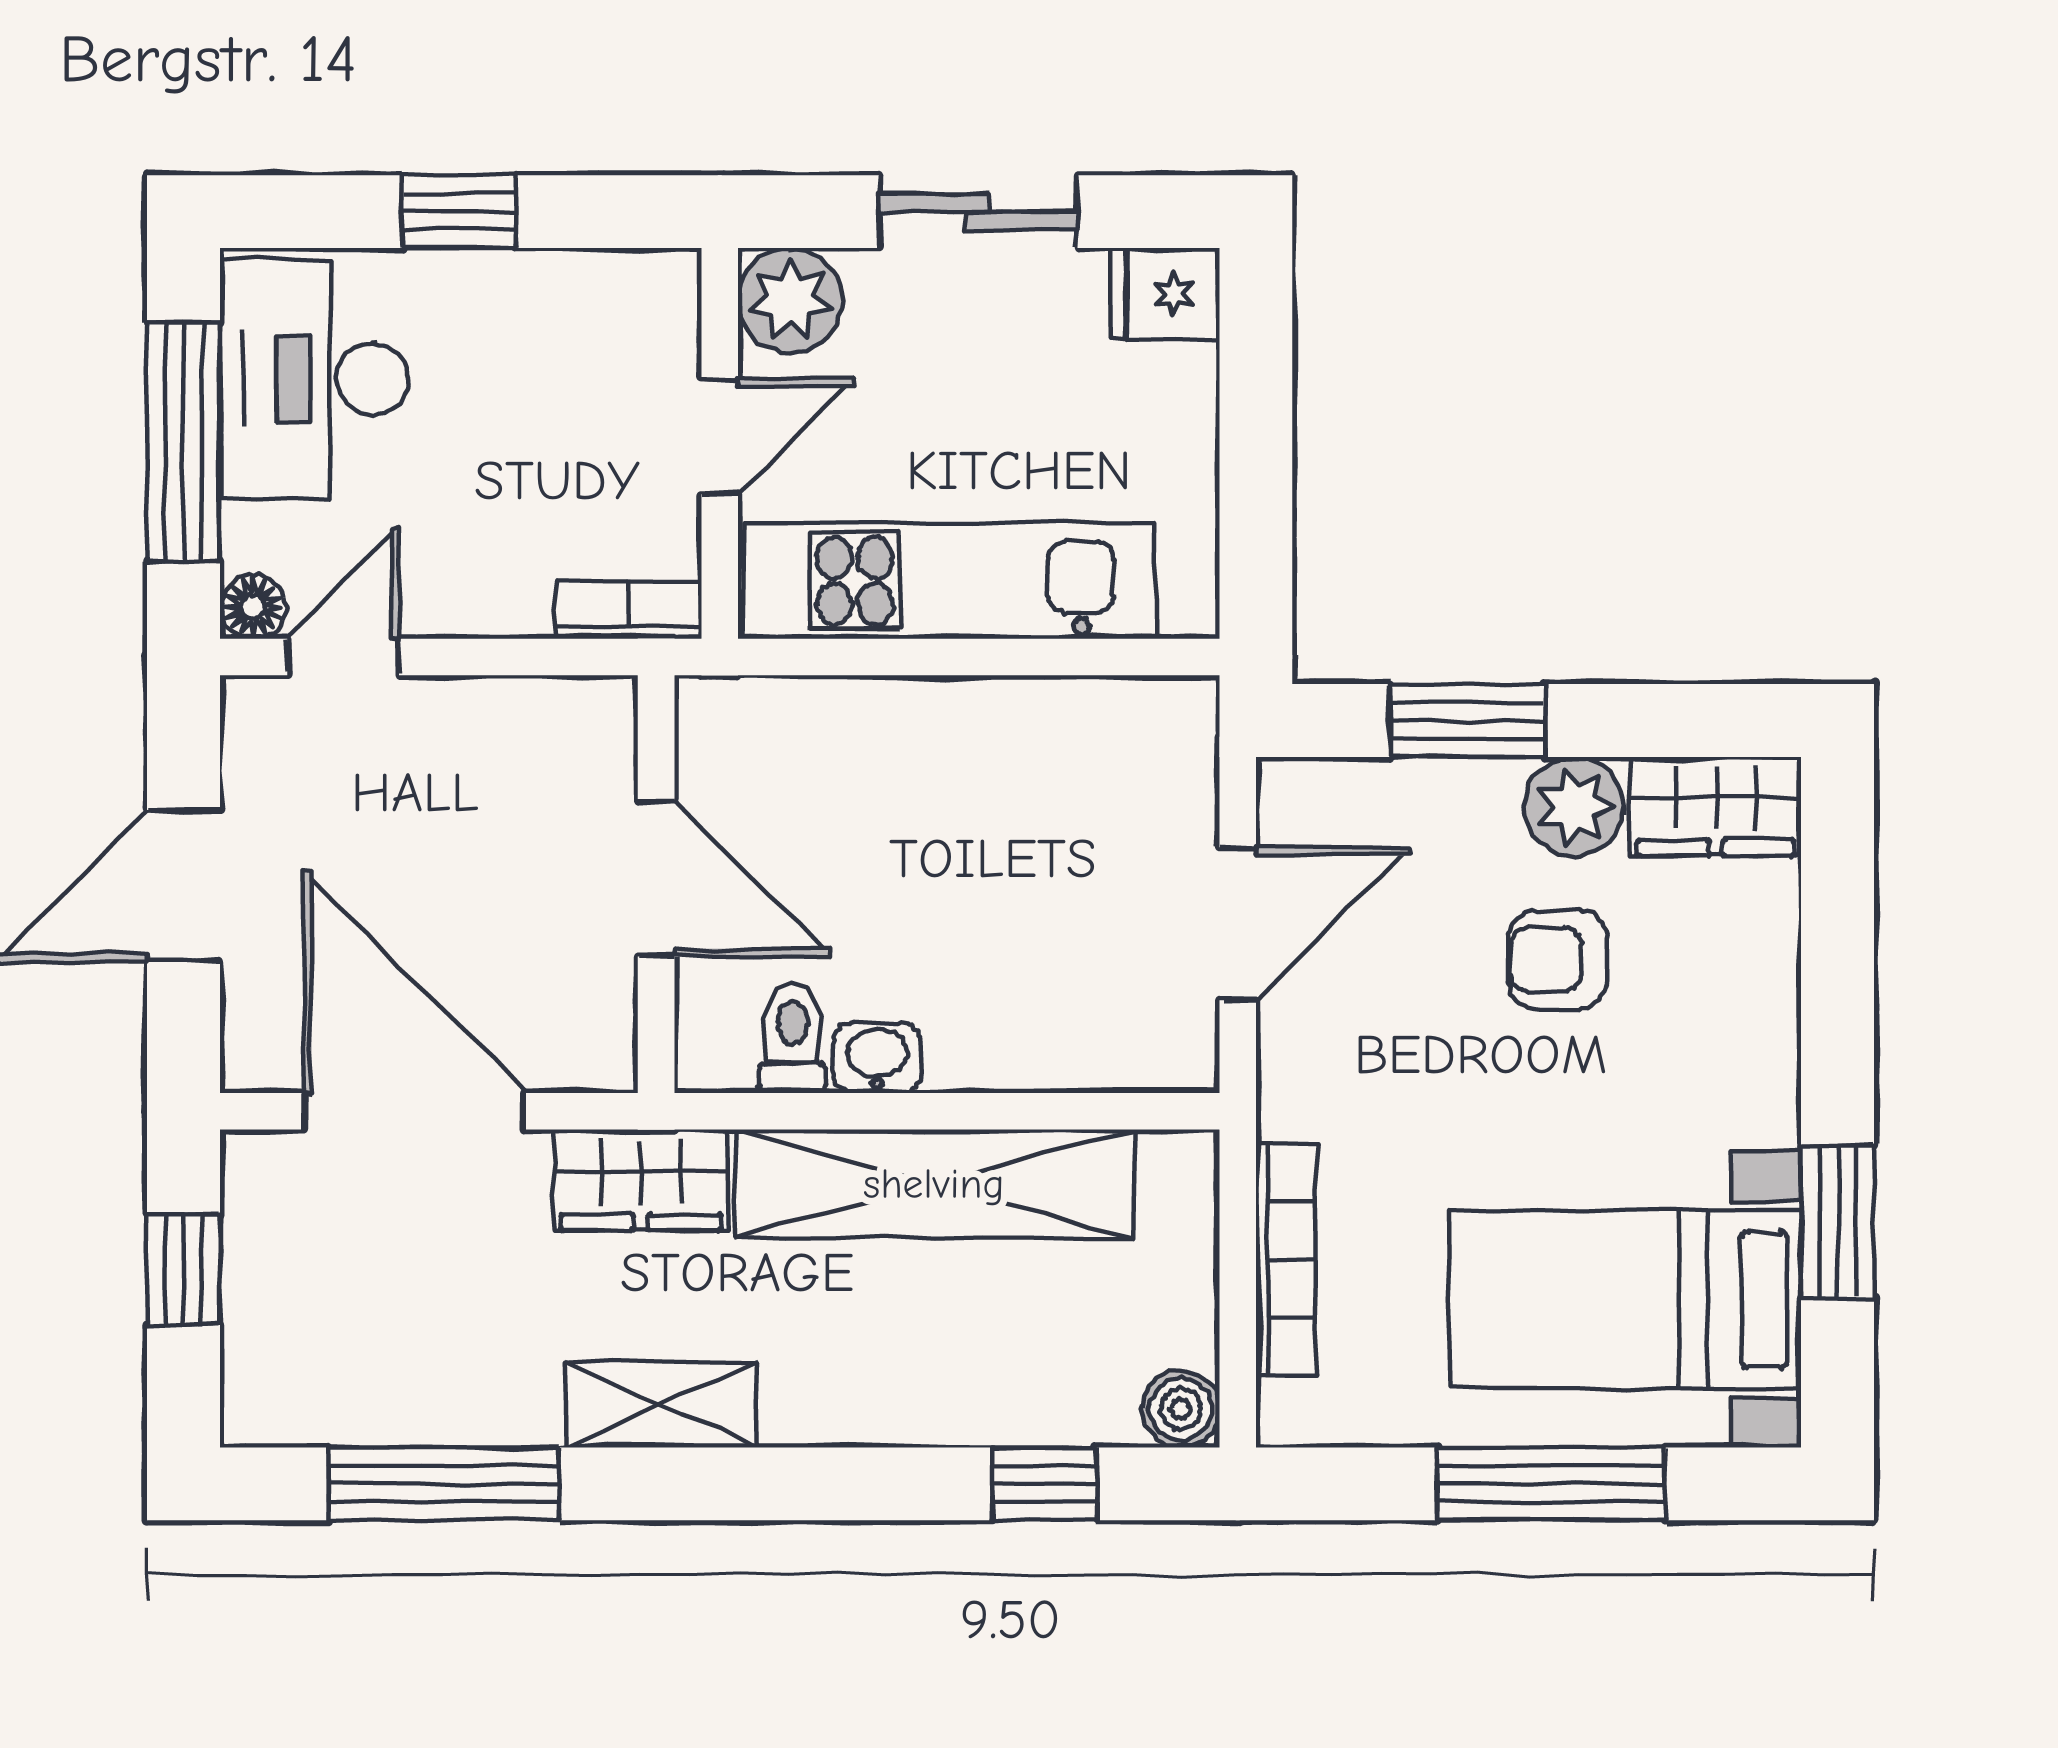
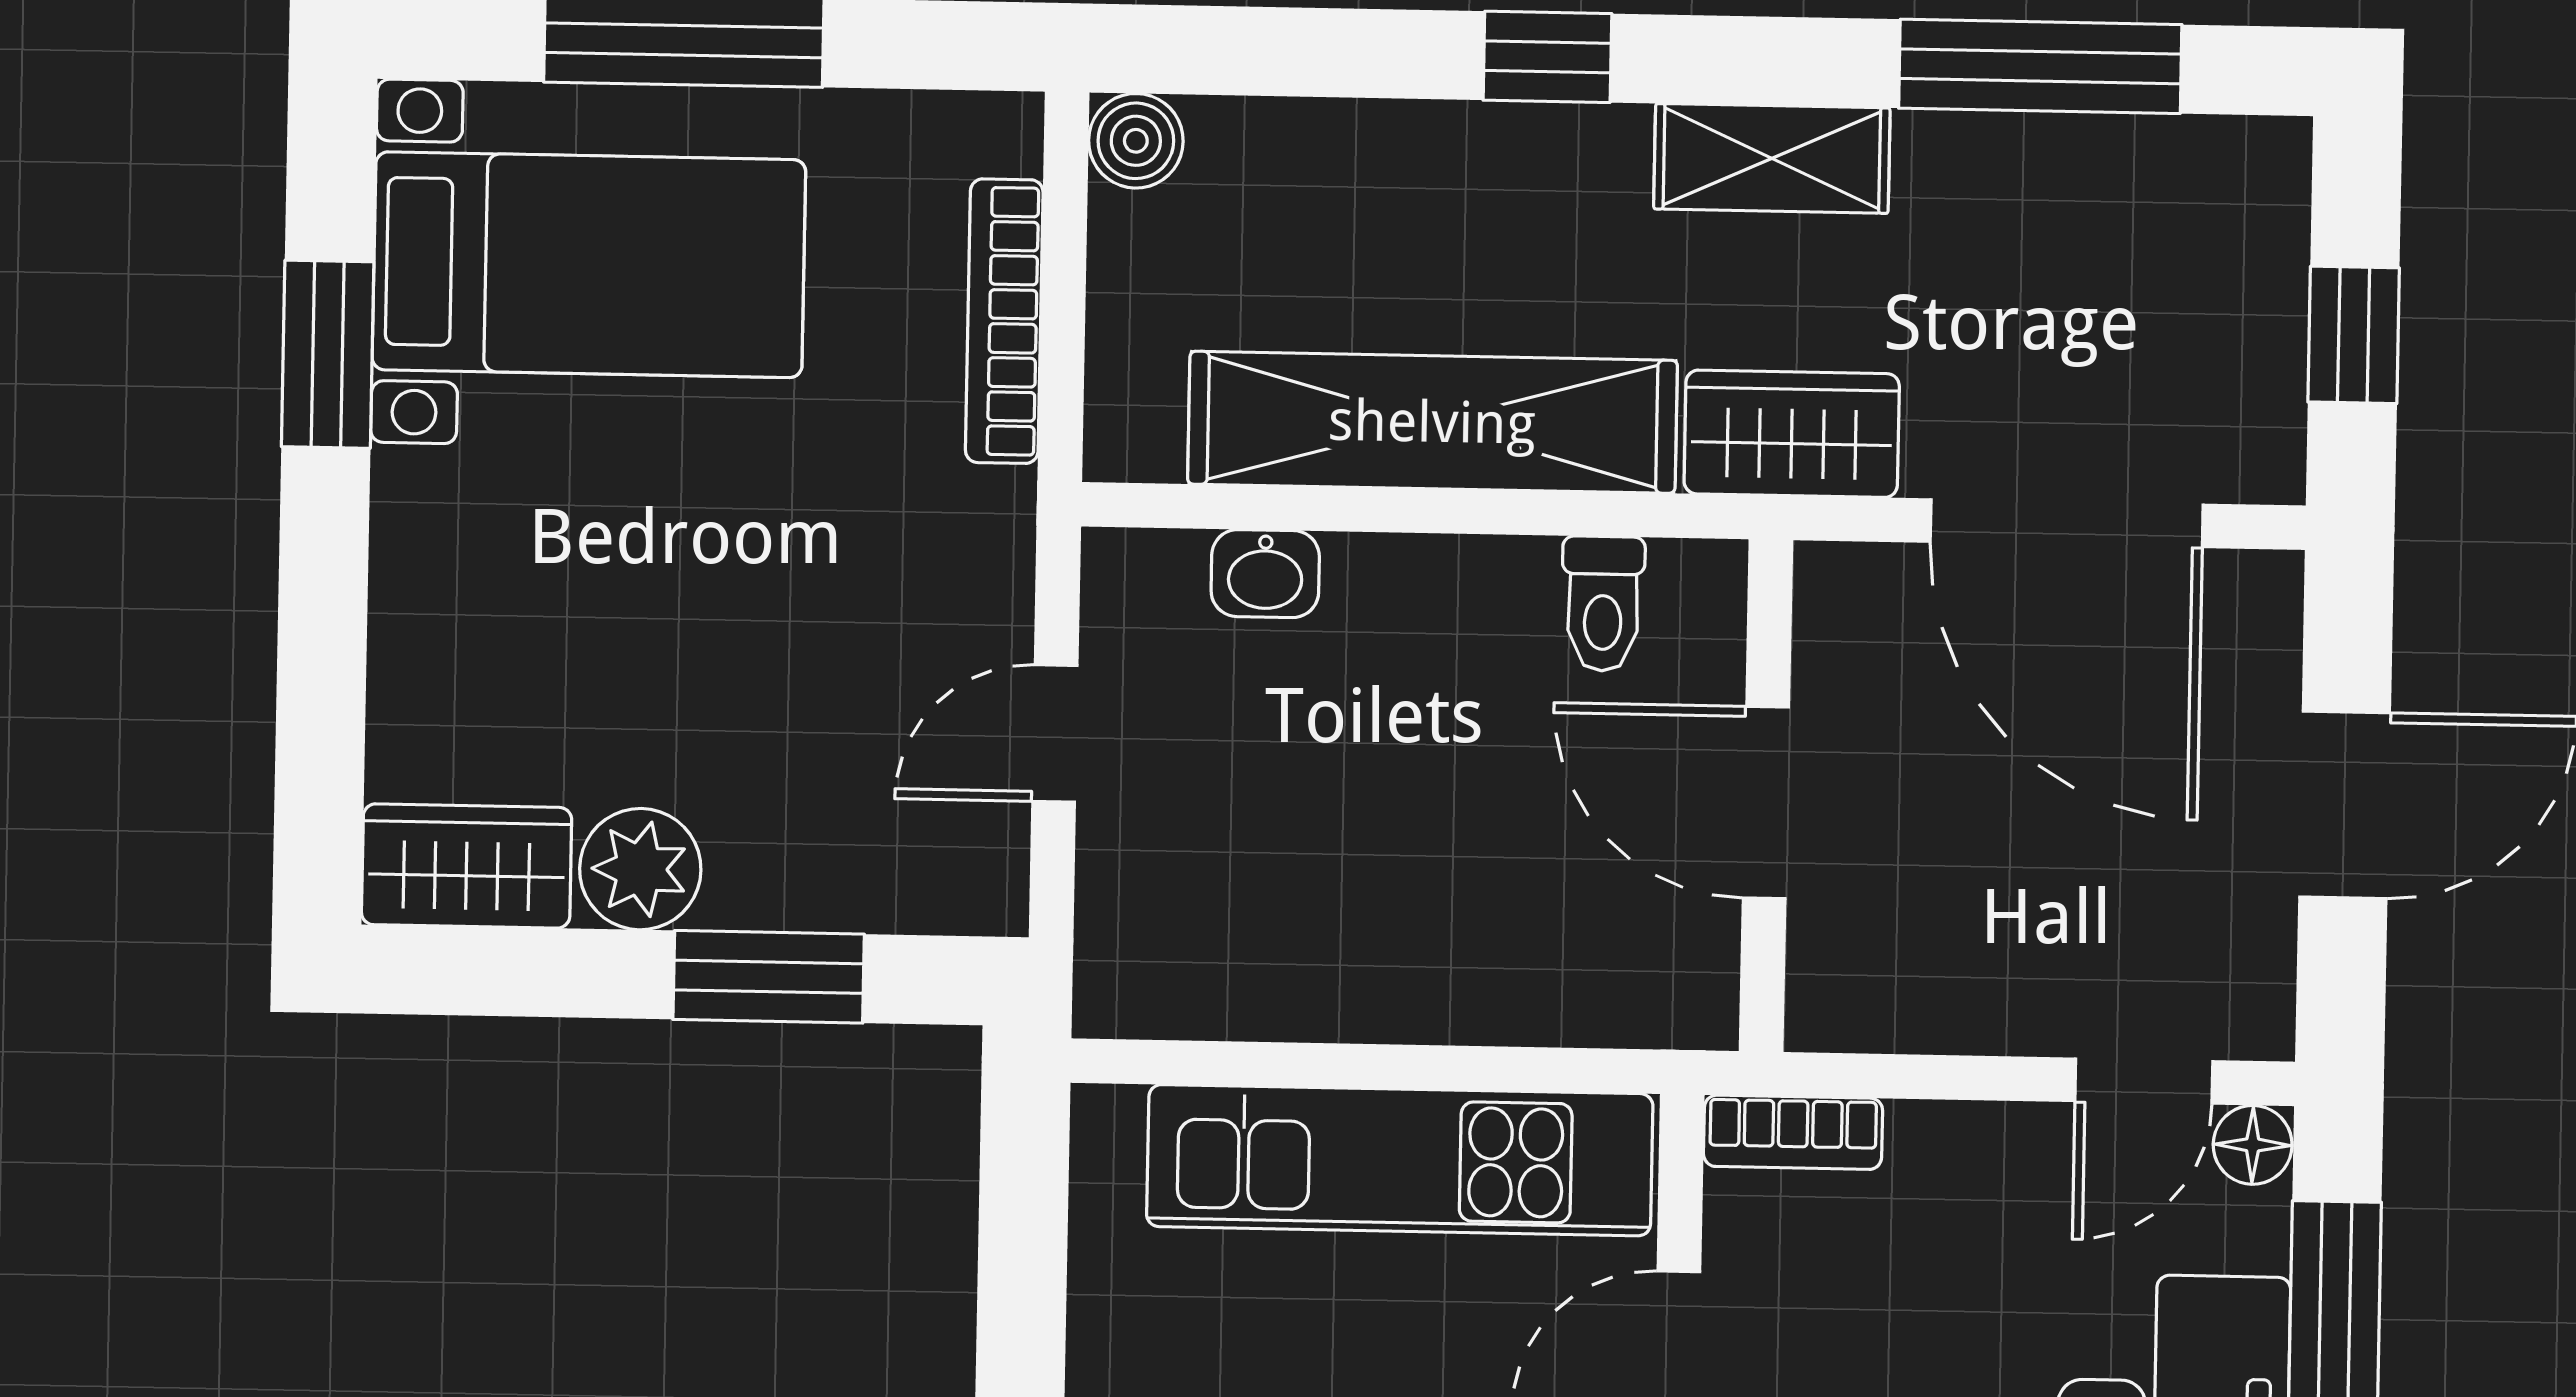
door: (1238, 924) -> (1055, 733), width x0.73
armchair: (1558, 959) -> (664, 682), removed
washbasin: (877, 1058) -> (1265, 574), moved
window: (1045, 1484) -> (1547, 57), moved

